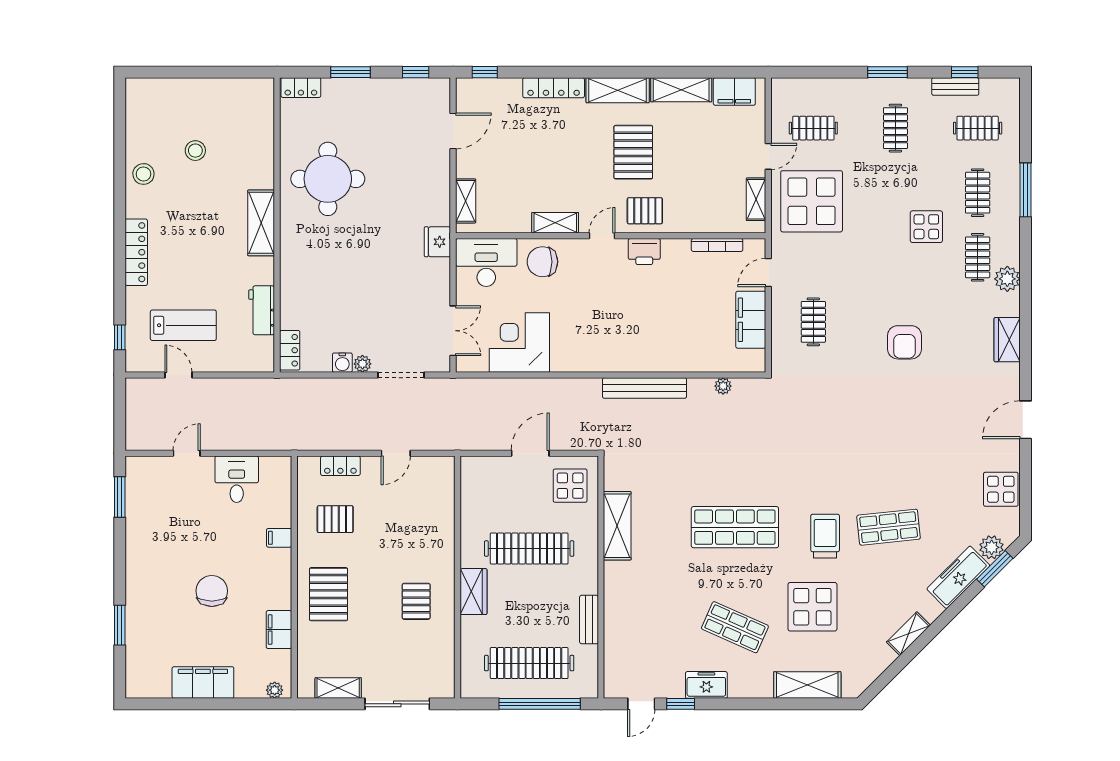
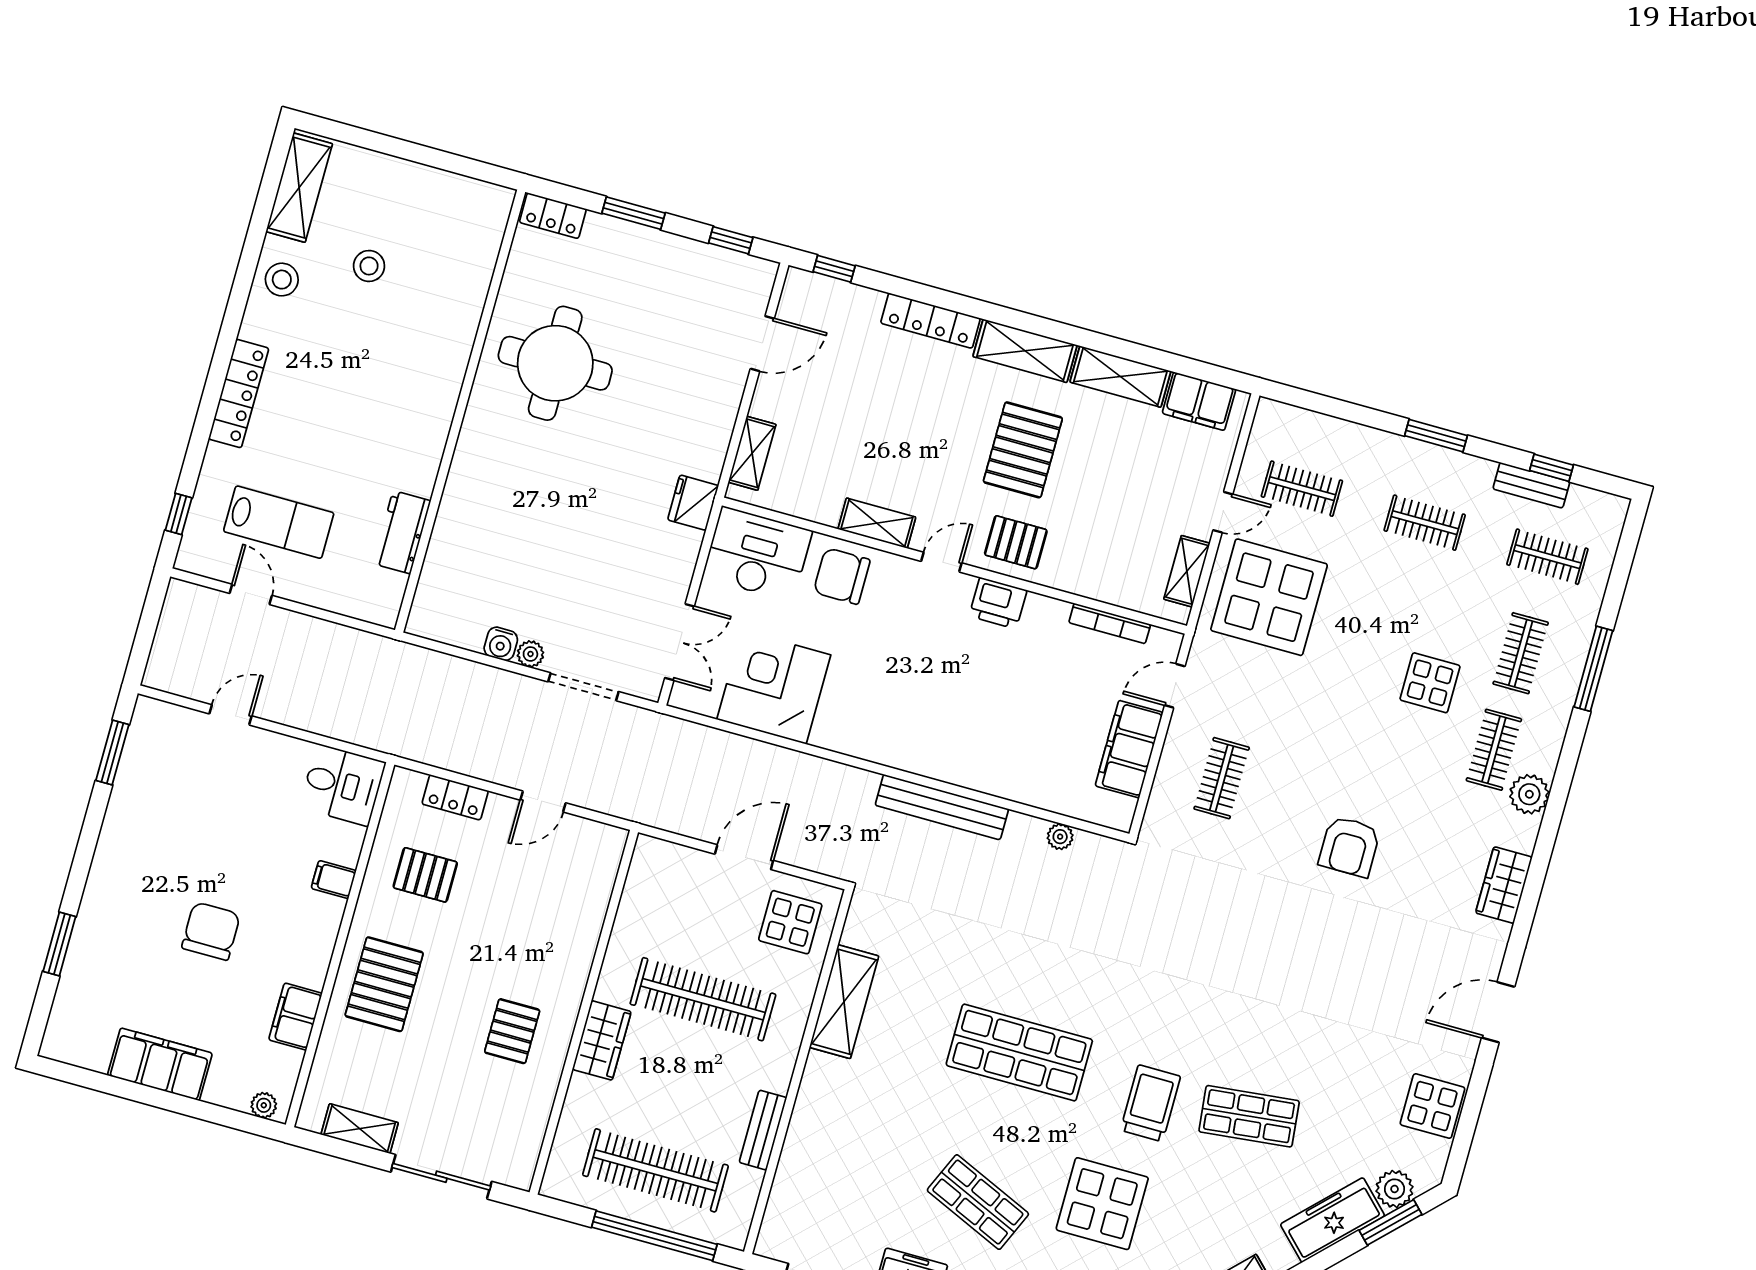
clothes rail: (895, 128) -> (1425, 523), turned 90
shelving: (261, 223) -> (299, 188), moved
locker: (290, 350) -> (427, 604), removed
desk: (237, 479) -> (343, 785), moved, turned 90

